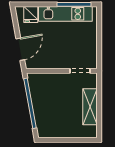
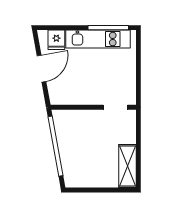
door: (20, 49) -> (42, 69), moved
shelving: (90, 107) -> (127, 166), moved

